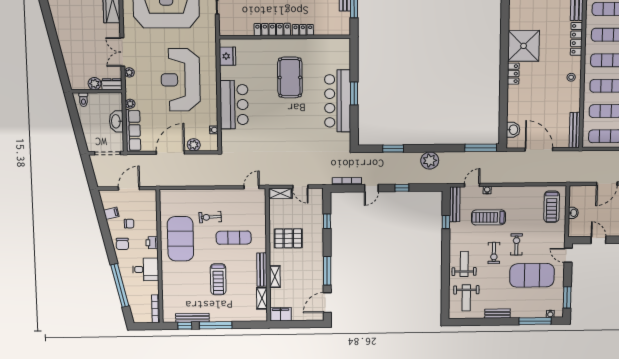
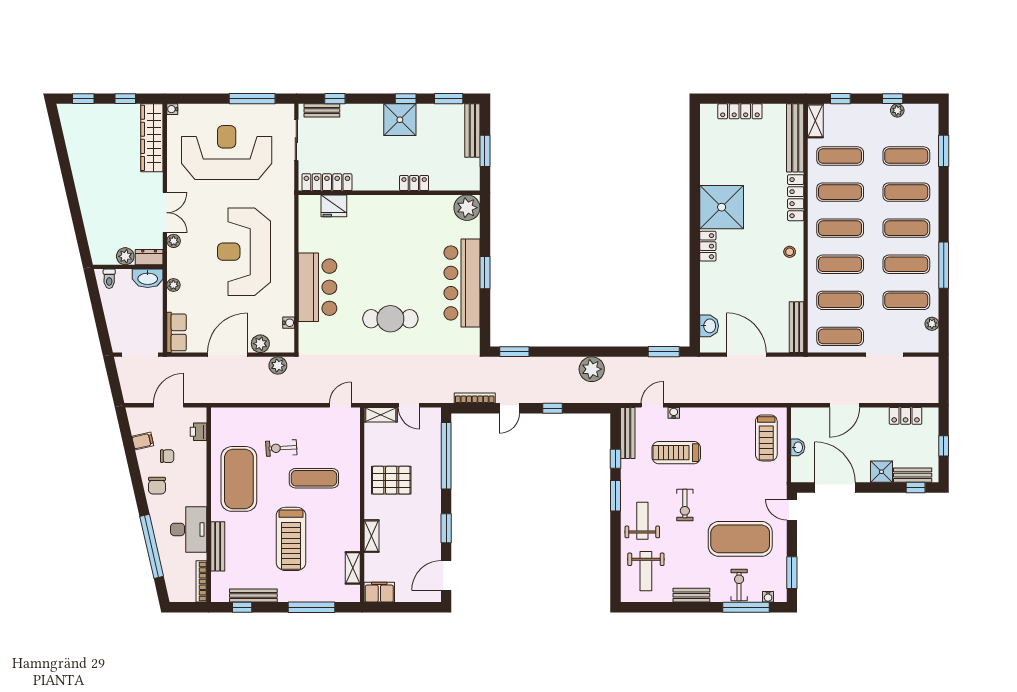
locker: (272, 29) -> (327, 182), moved
plant: (341, 47) -> (467, 208), added
double door: (122, 52) -> (165, 213), swing flipped
fridge: (227, 56) -> (334, 206), moved, turned 90
pool table: (290, 77) -> (396, 250), removed
washbasin: (116, 121) -> (148, 278), moved, turned -90
cafe table: (287, 126) -> (390, 319), added
row of seats: (133, 131) -> (177, 332), width x0.68
window: (481, 148) -> (664, 352), width x0.69
window: (393, 149) -> (514, 352), moved
plant: (207, 160) -> (278, 365), added
window: (327, 221) -> (446, 456), width x3.17
door: (598, 240) -> (835, 488), width x1.88
printer: (152, 243) -> (199, 432), moved
exercise bike: (516, 244) -> (739, 585), moved
window: (446, 247) -> (615, 496), added
desk: (146, 269) -> (189, 529), width x1.37
bench: (262, 270) -> (218, 546), moved
window: (327, 271) -> (446, 528), width x0.69
treadmill: (218, 279) -> (291, 539), width x1.37, depth x1.38
window: (216, 325) -> (311, 607), moved

